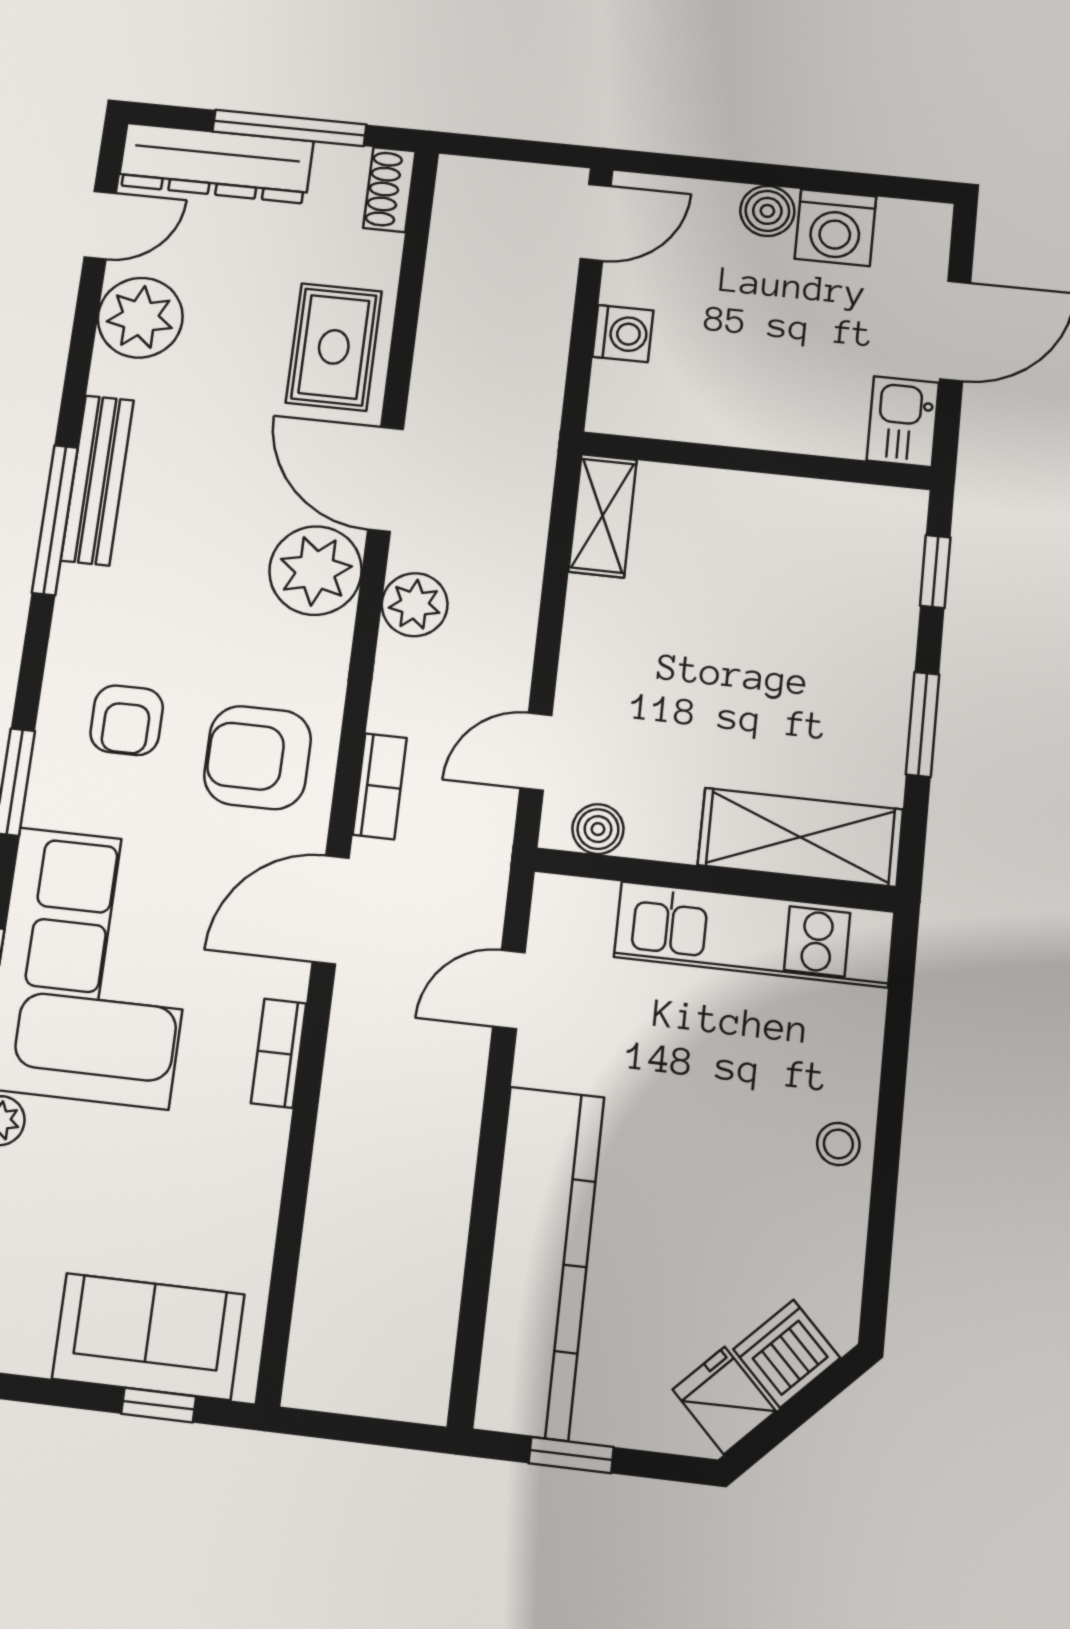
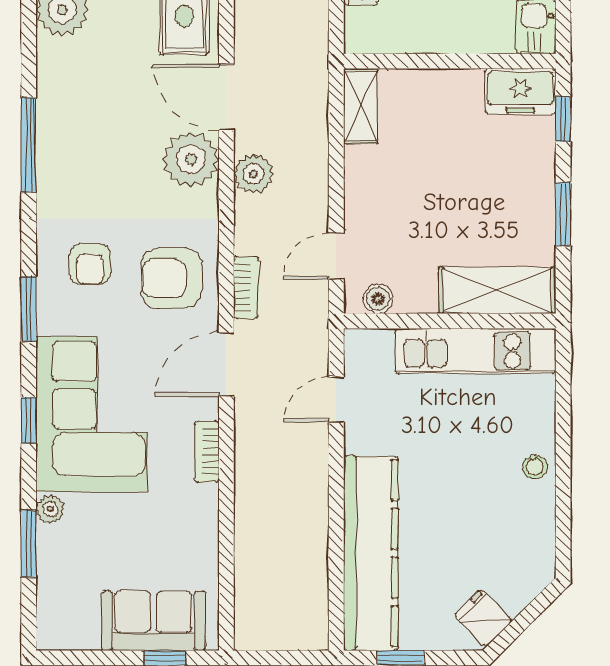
bench: (97, 480) -> (51, 117), removed
freezer: (868, 520) -> (520, 92), added
dishwasher: (787, 1354) -> (516, 588), removed

